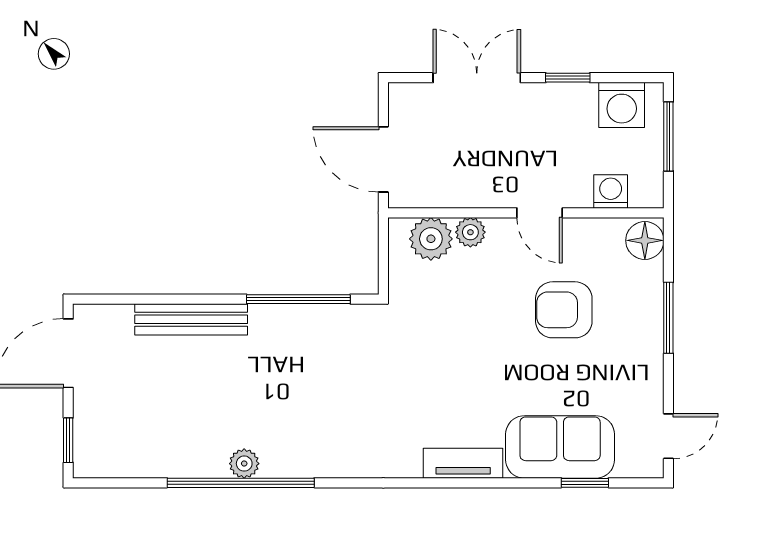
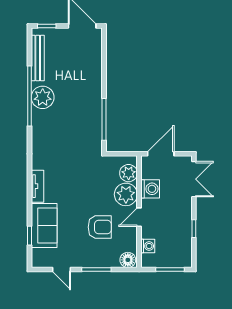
double door: (477, 78) -> (194, 179), moved
washing machine: (622, 105) -> (150, 189), moved, turned 180
plant: (470, 232) -> (126, 194), width x1.88, depth x1.88
armchair: (564, 310) -> (100, 227), turned 90
bench: (191, 319) -> (38, 58), moved
door: (668, 436) -> (62, 269), moved
plant: (244, 464) -> (43, 97), width x1.88, depth x1.88

